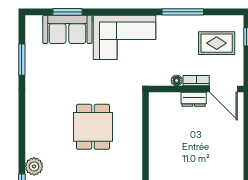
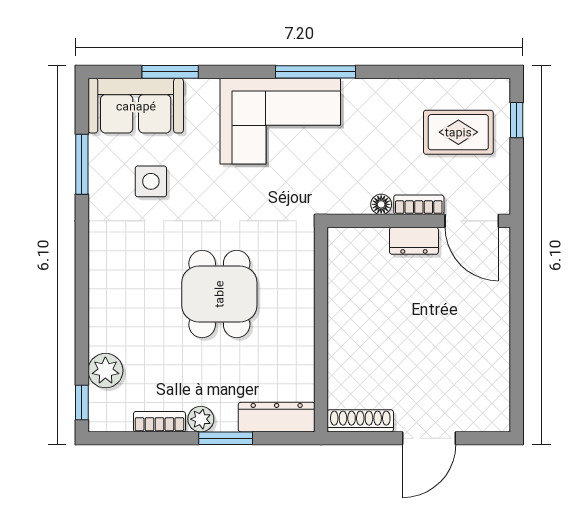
window: (183, 12) -> (316, 72), moved
sofa: (67, 29) -> (136, 106), moved
side table: (58, 69) -> (151, 181), added

